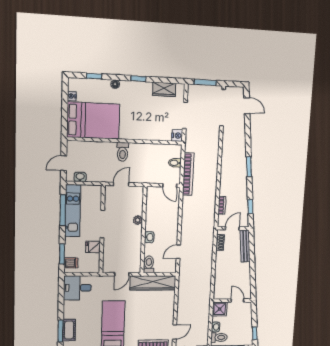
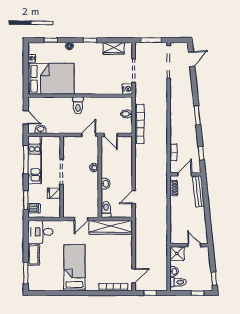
door: (247, 106) -> (192, 59), hinge flipped
door: (64, 163) -> (26, 117), swing flipped
door: (121, 184) -> (89, 135), moved
door: (170, 185) -> (111, 135), moved
cot: (69, 330) -> (34, 255), moved

